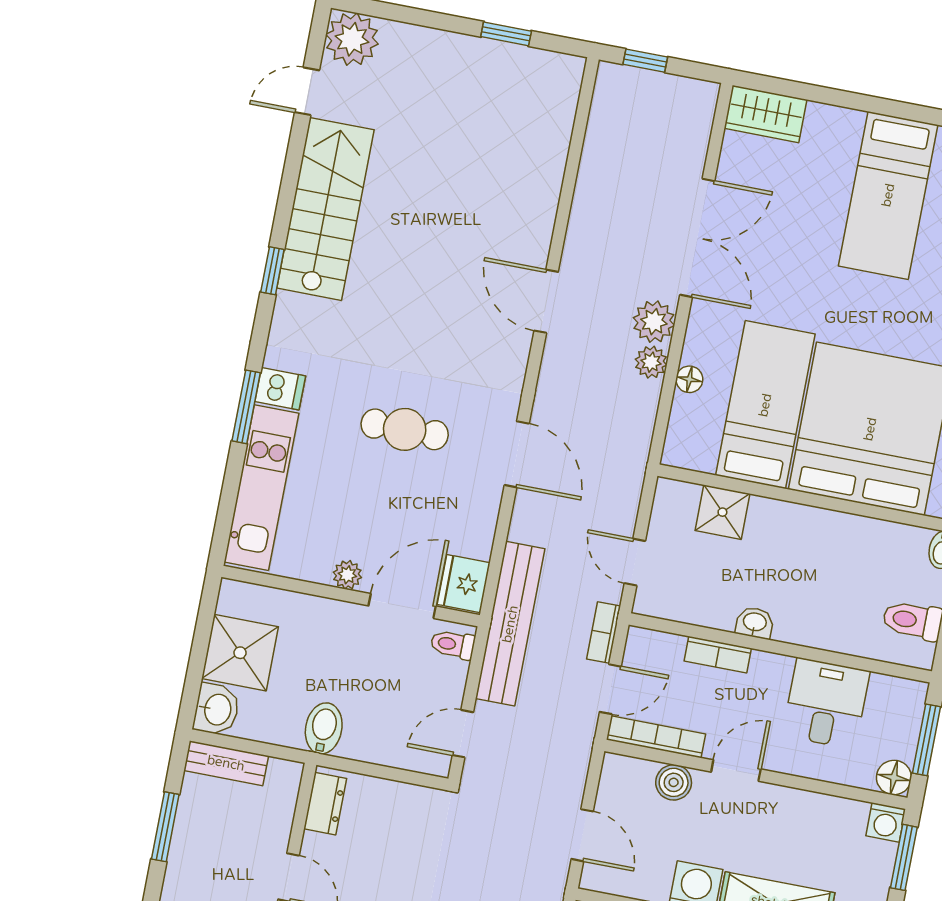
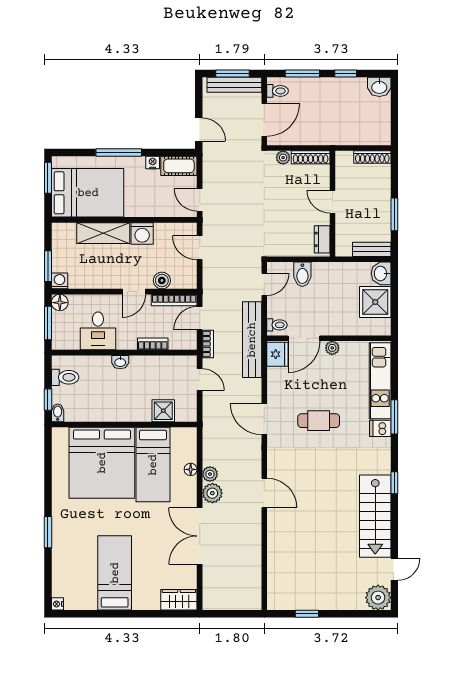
window: (645, 61) -> (240, 614), removed
washbasin: (755, 623) -> (120, 362), moved
bidet: (324, 728) -> (302, 274), moved

